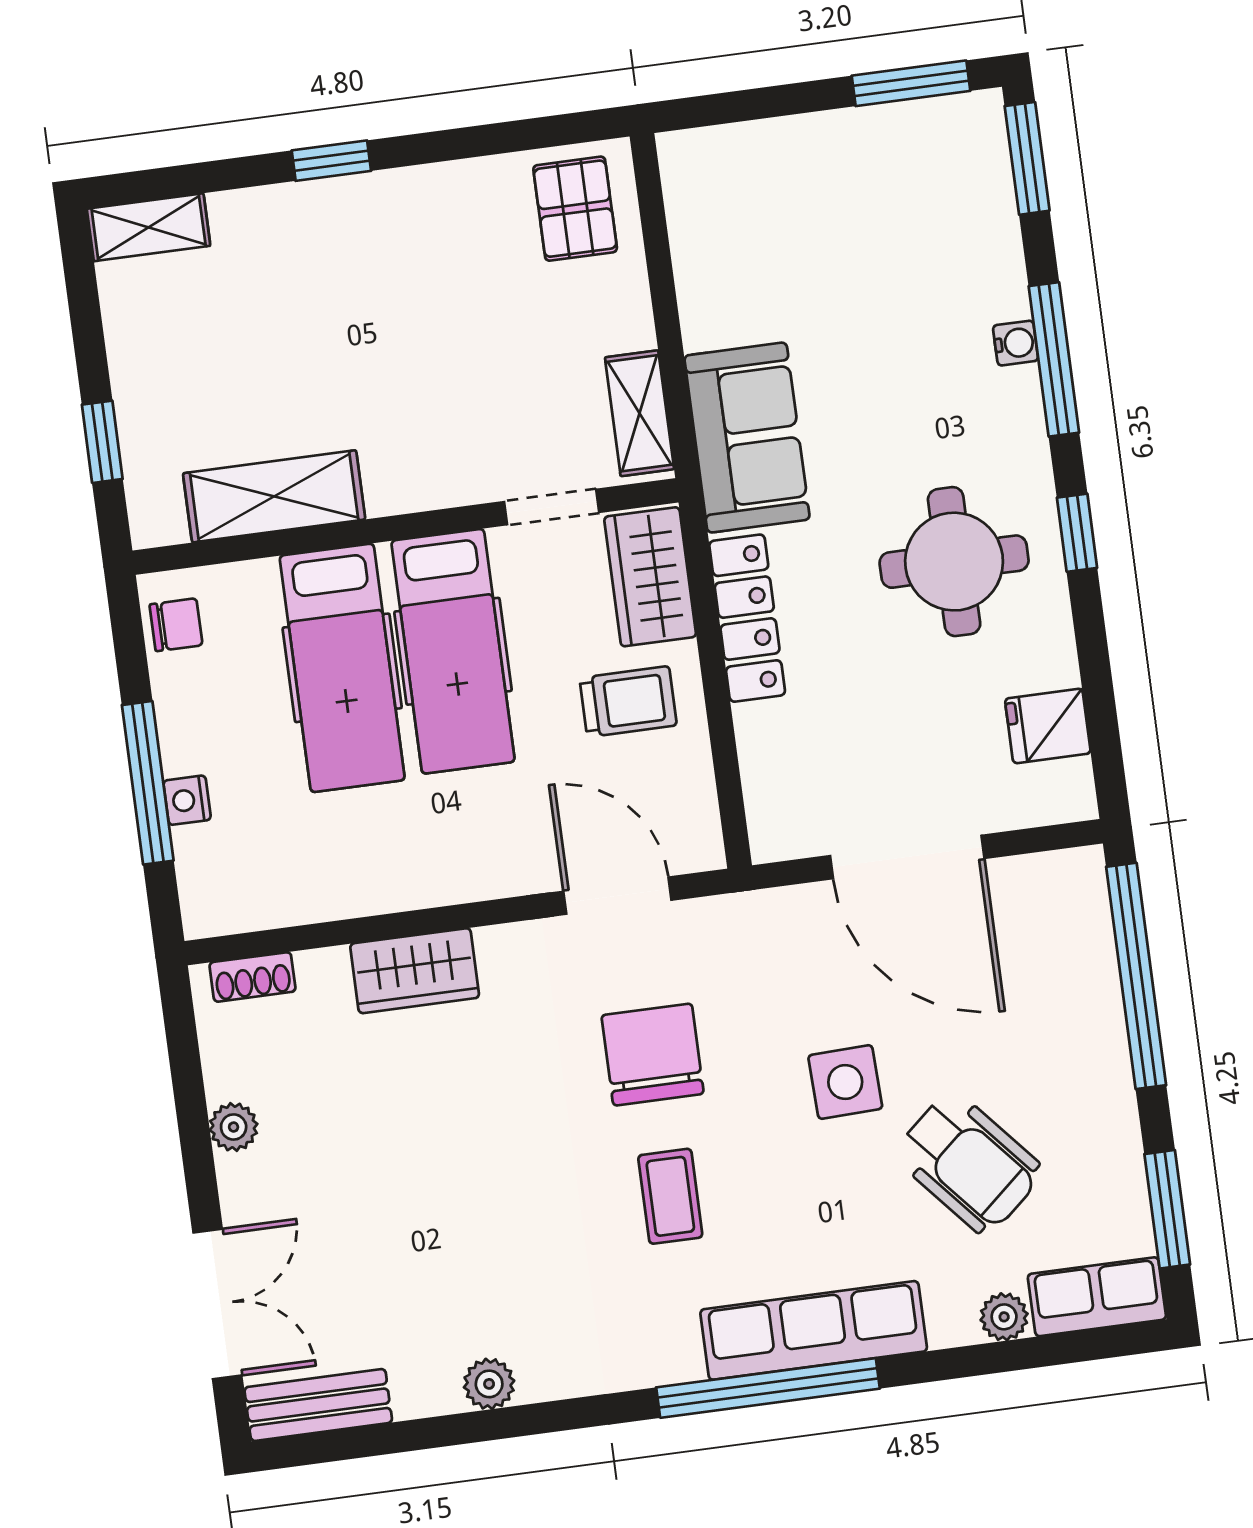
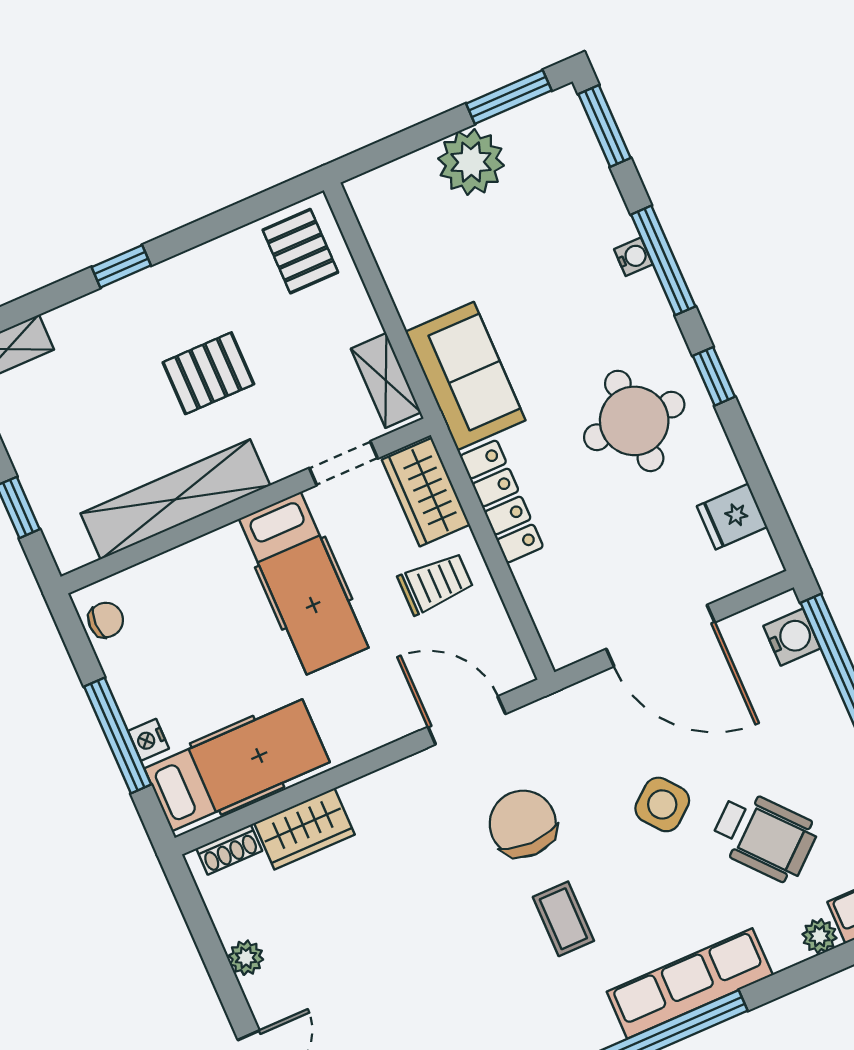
plant: (836, 155) -> (471, 162), added
pallet: (406, 336) -> (208, 373), added
shelving: (274, 496) -> (175, 499), width x1.47
hospital bed: (342, 668) -> (237, 765), moved, turned -90
water cooler: (1081, 909) -> (792, 637), added
wardrobe: (415, 971) -> (304, 829), moved
side table: (845, 1082) -> (662, 804), turned -37

